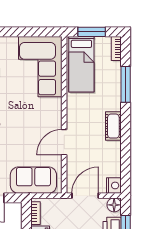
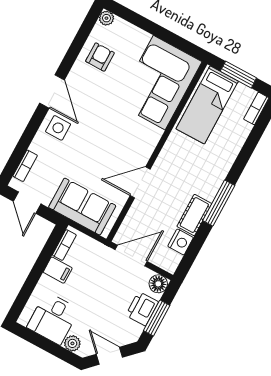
window: (126, 84) -> (219, 203), moved
cot: (113, 126) -> (194, 215), moved
nightstand: (114, 185) -> (181, 242), moved

